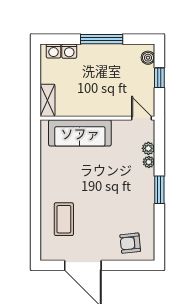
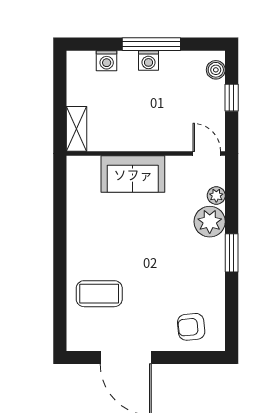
washing machine: (53, 51) -> (148, 60), moved
sofa: (80, 133) -> (133, 174), width x0.73
plant: (149, 162) -> (210, 222), width x1.88, depth x1.88
coffee table: (64, 219) -> (99, 294), turned 90

